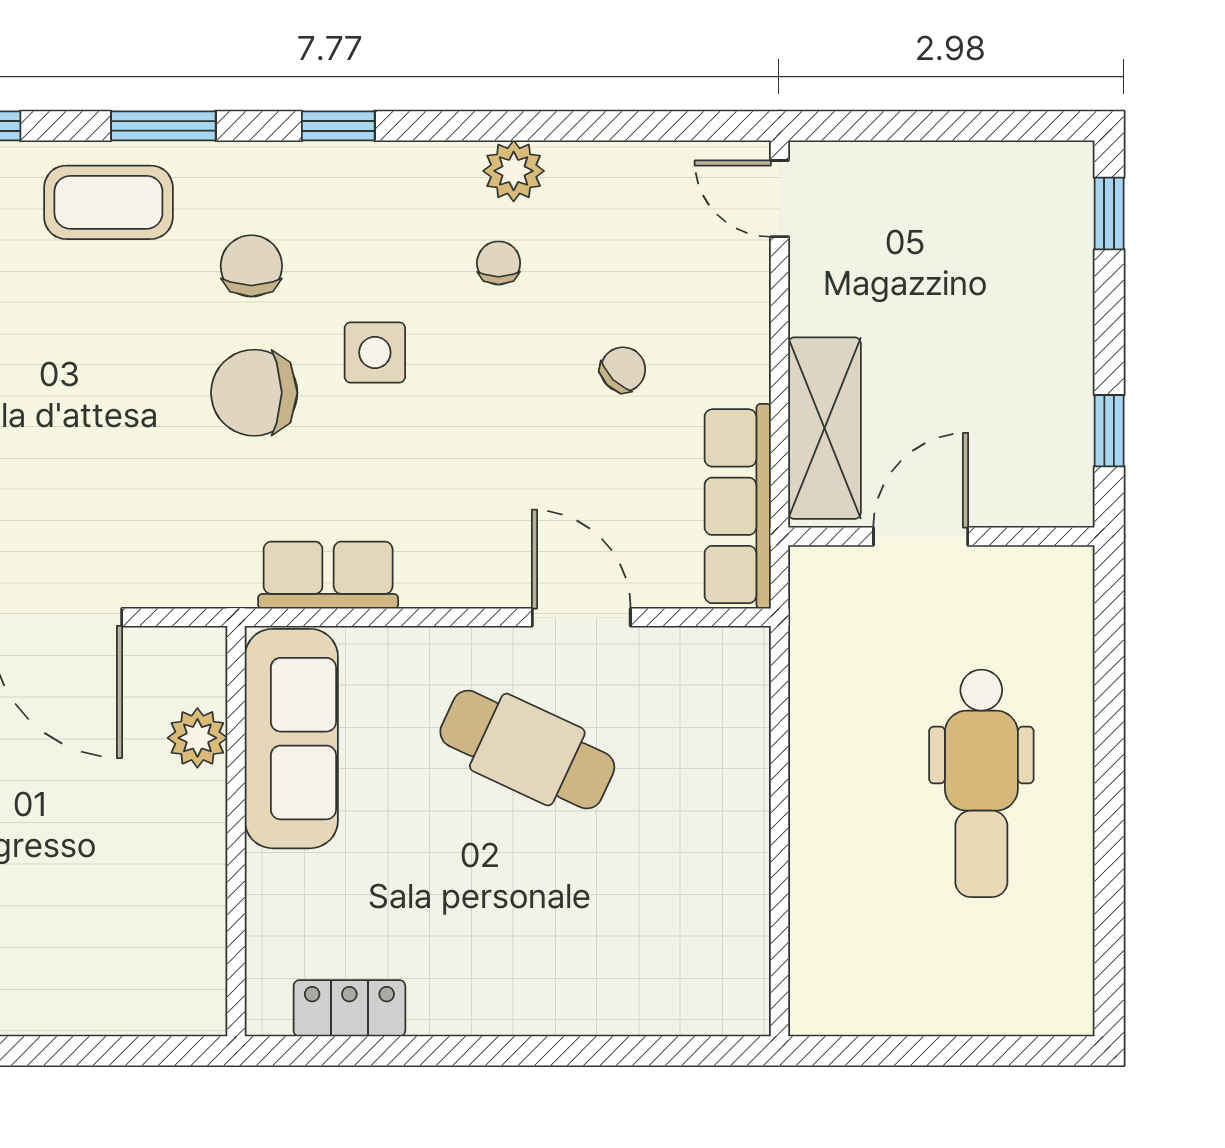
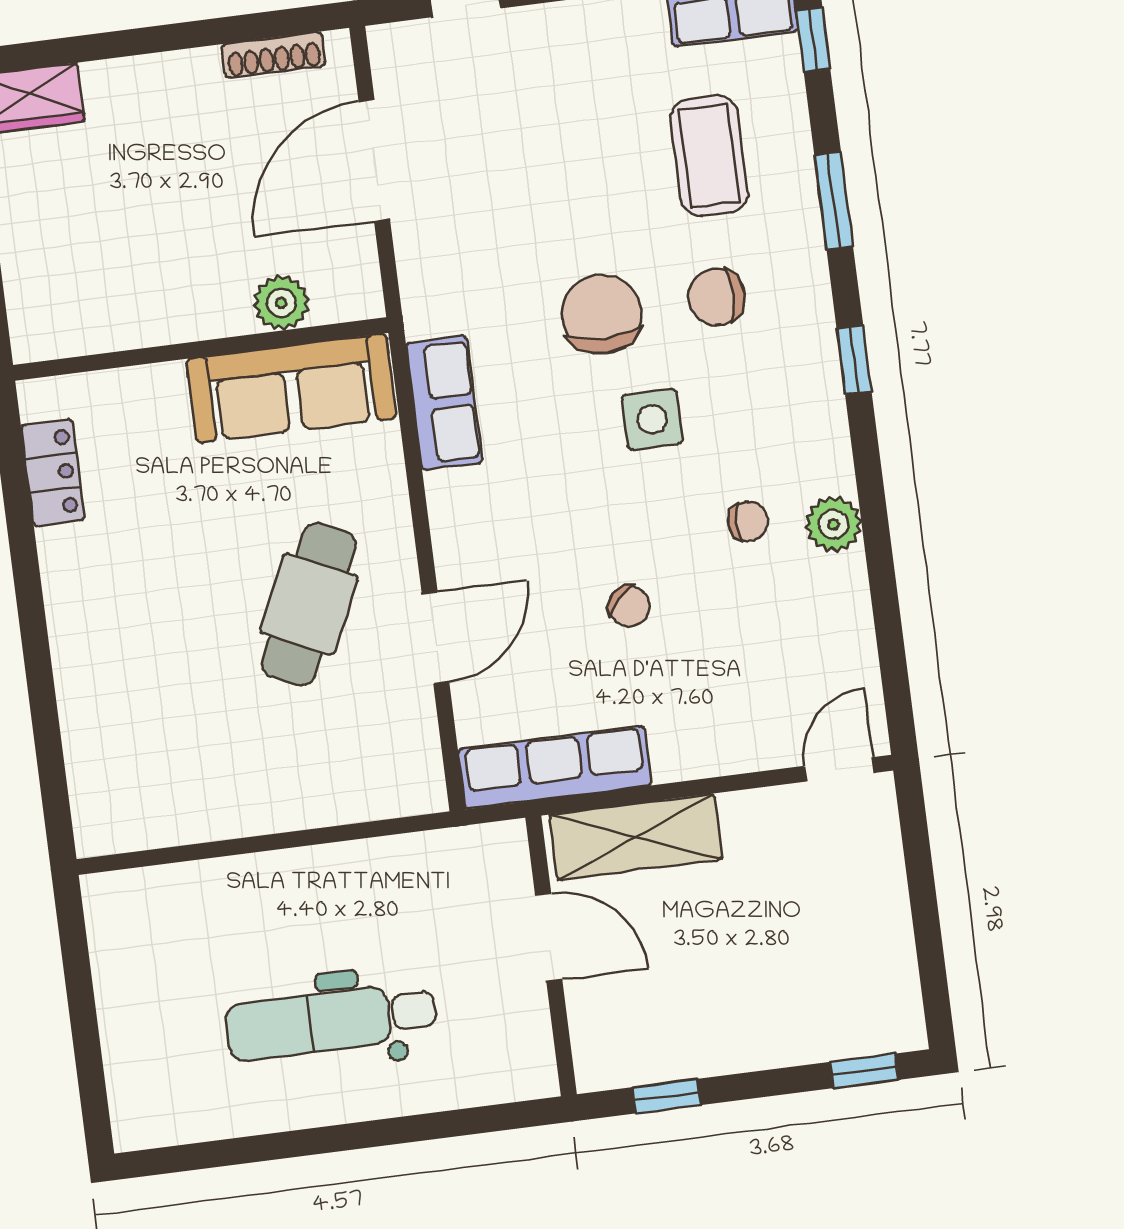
coffee table: (108, 202) -> (709, 156), moved
chair: (251, 266) -> (717, 297), turned 180
chair: (623, 370) -> (629, 606), moved

